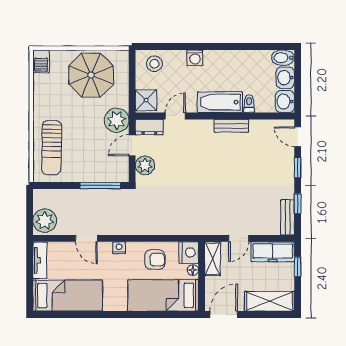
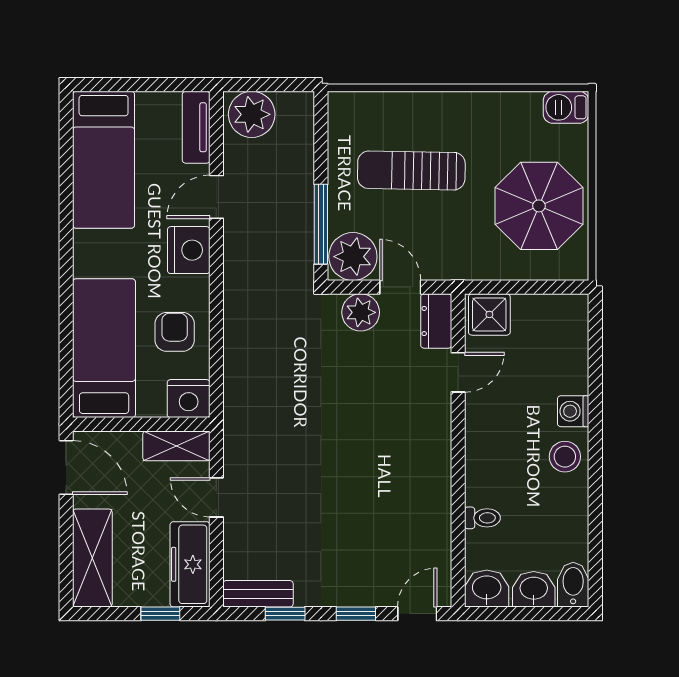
stool: (154, 64) -> (565, 457), moved
bathtub: (220, 102) -> (485, 460), removed
door: (175, 116) -> (458, 372), hinge flipped
plant: (117, 120) -> (353, 257), moved
bench: (231, 126) -> (439, 483), removed
sun lounger: (51, 148) -> (411, 170), moved
nightstand: (119, 248) -> (189, 250), width x1.89, depth x1.79
tv unit: (40, 260) -> (196, 127), moved, turned 90
armchair: (155, 260) -> (175, 332), turned 180
floor lamp: (193, 270) -> (154, 407), removed

